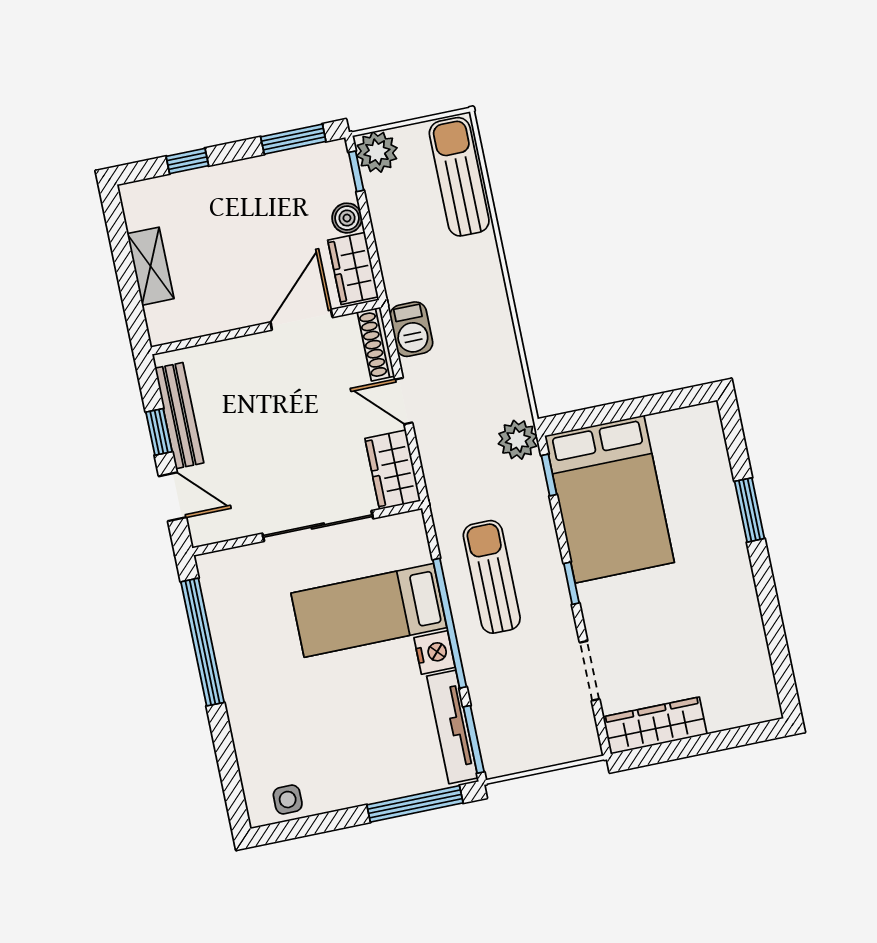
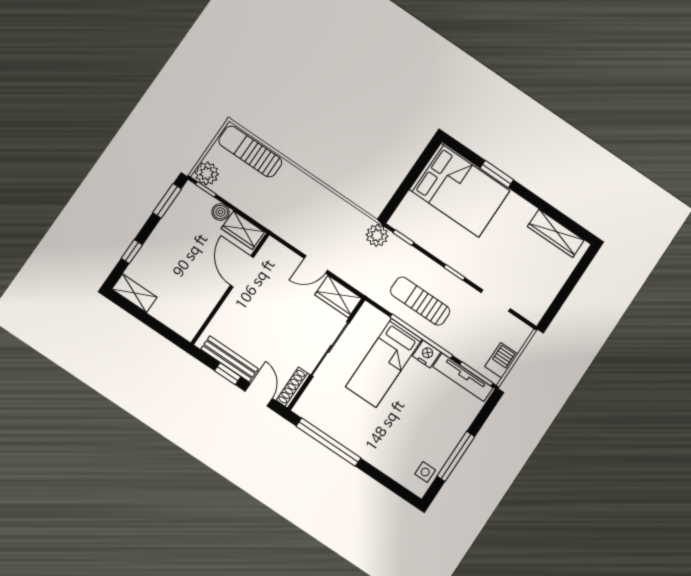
shelving: (150, 266) -> (134, 293), moved
barbecue: (411, 329) -> (501, 360), moved, turned -90
shoe rack: (376, 344) -> (293, 388), moved, turned 90
door: (172, 497) -> (259, 395), hinge flipped
bed: (609, 499) -> (460, 190), moved
wardrobe: (655, 726) -> (556, 233), moved, turned -90
window: (415, 804) -> (456, 456), moved

